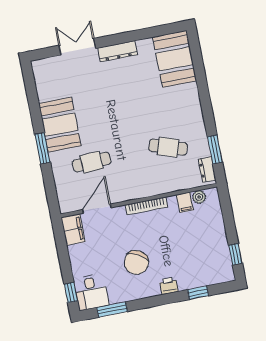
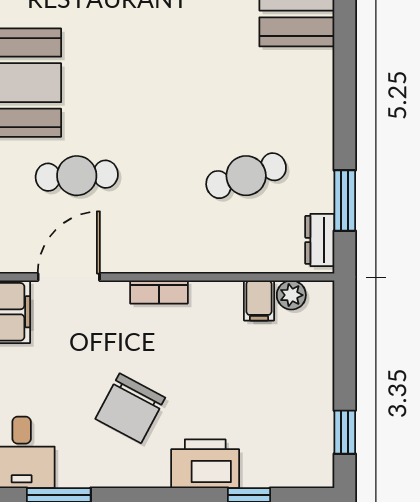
cafe table: (168, 147) -> (246, 176), turned -36
bookcase: (146, 206) -> (159, 292), width x0.64
printer: (169, 286) -> (205, 464), width x1.87, depth x1.48

